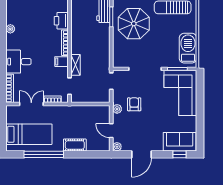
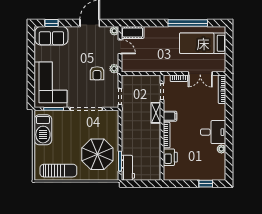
desk: (18, 62) -> (213, 132), moved
cot: (75, 145) -> (133, 32), moved

